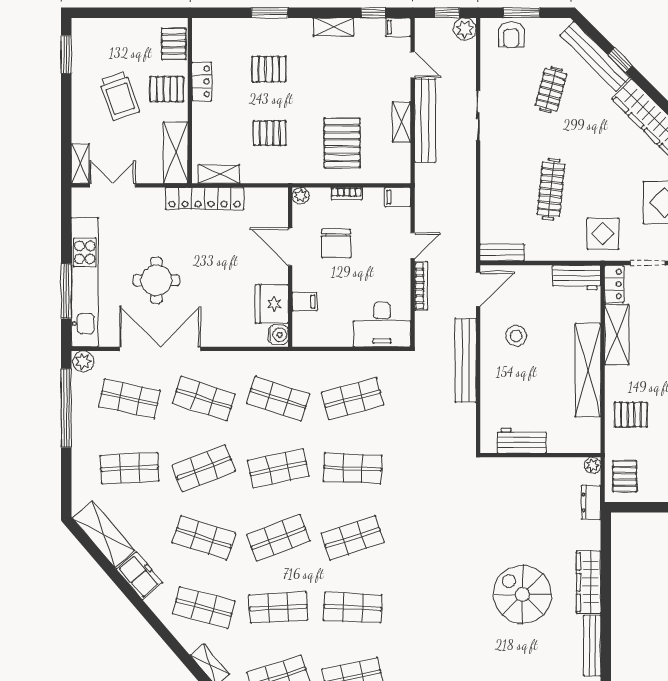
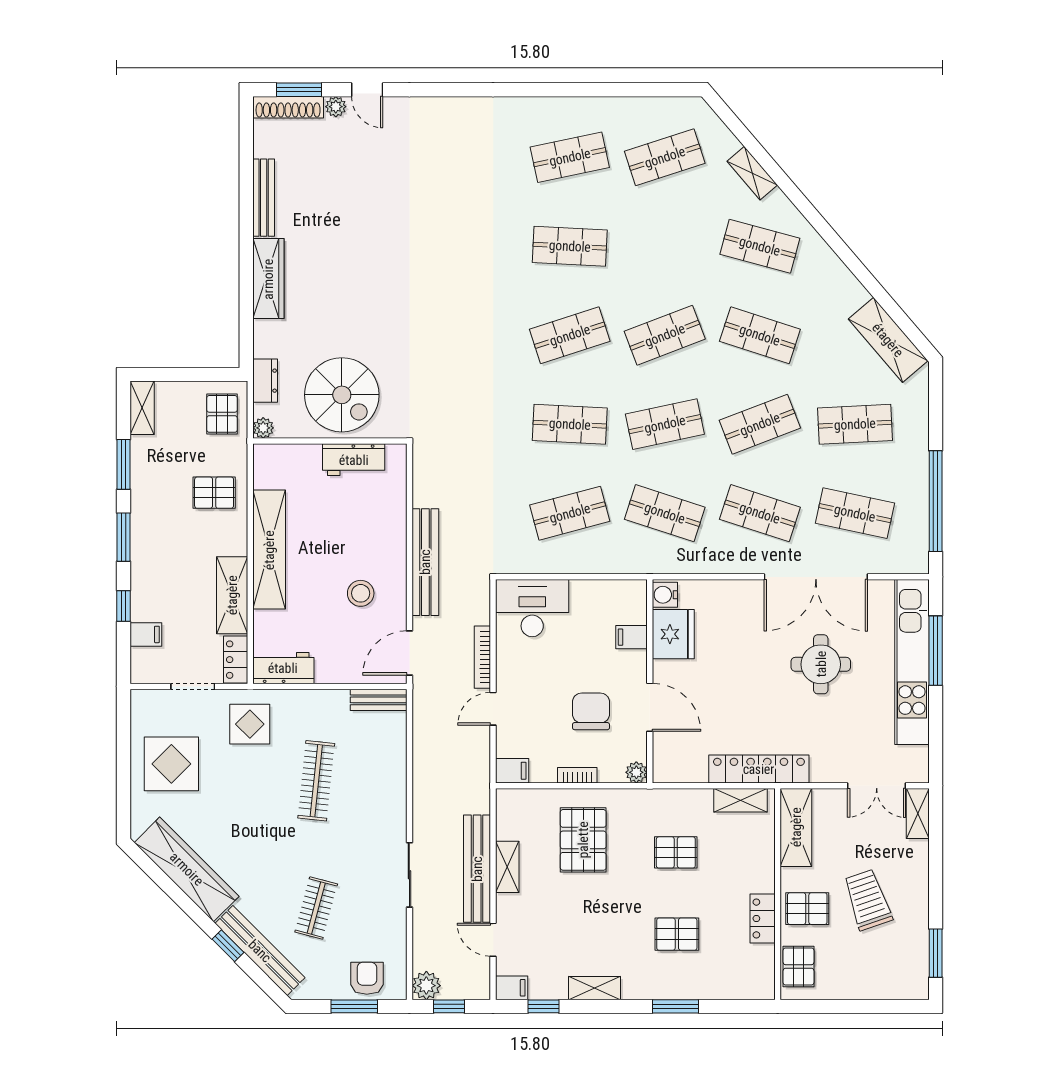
plant: (83, 361) -> (914, 561), removed
freezer: (139, 576) -> (842, 287), removed
spiral stairs: (522, 594) -> (342, 395), moved
shop shelf: (278, 607) -> (665, 246), removed

